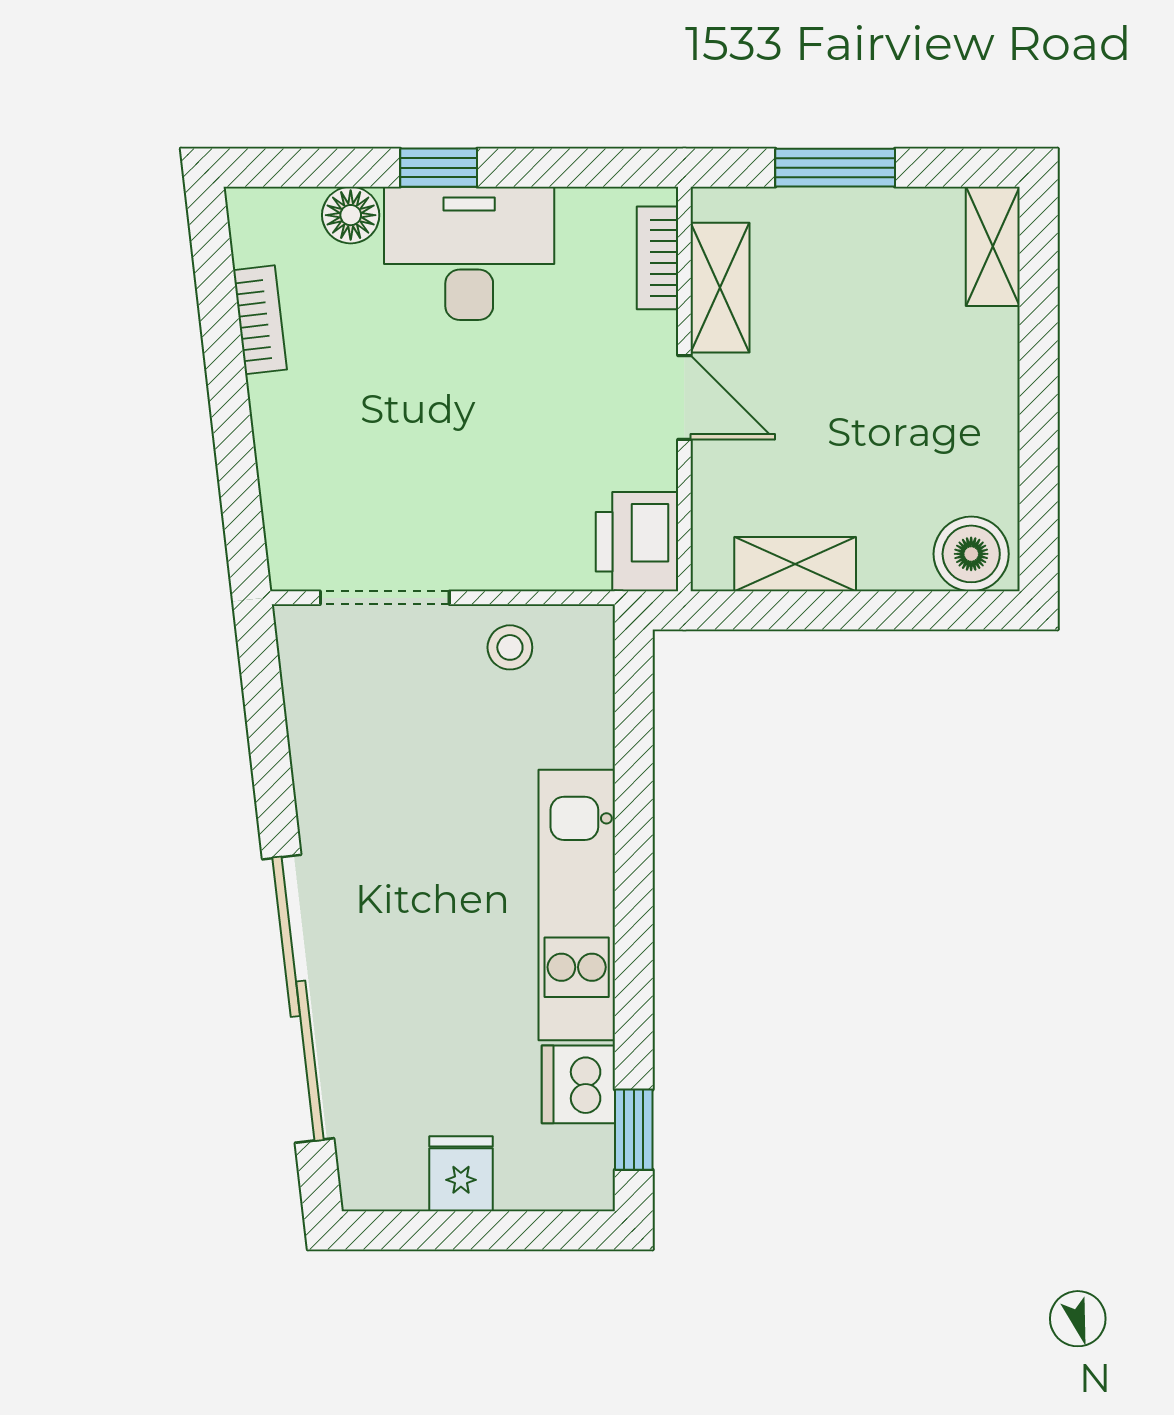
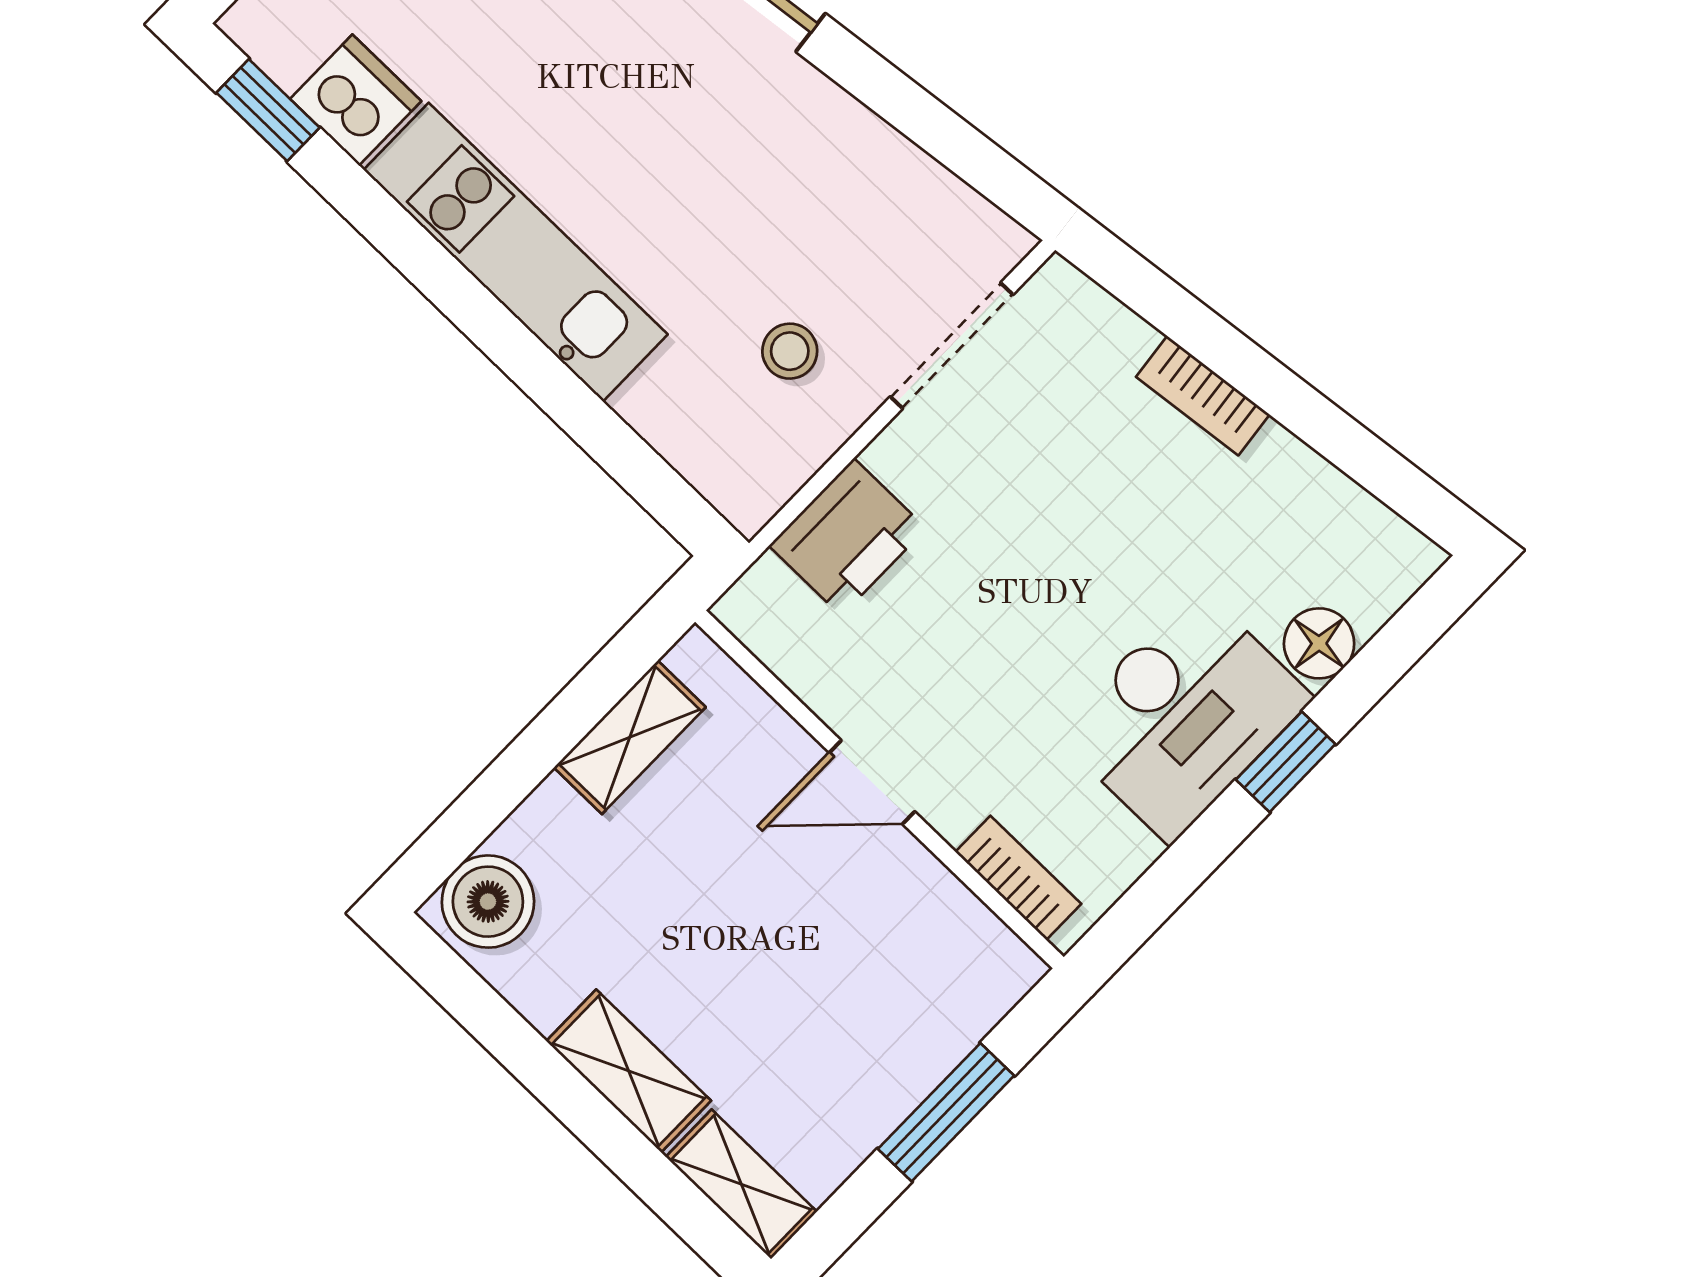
shelving: (720, 288) -> (629, 1071), moved
bookcase: (260, 320) -> (1203, 396), moved
printer: (637, 542) -> (847, 537), moved, turned 90
stool: (510, 647) -> (790, 351), moved

